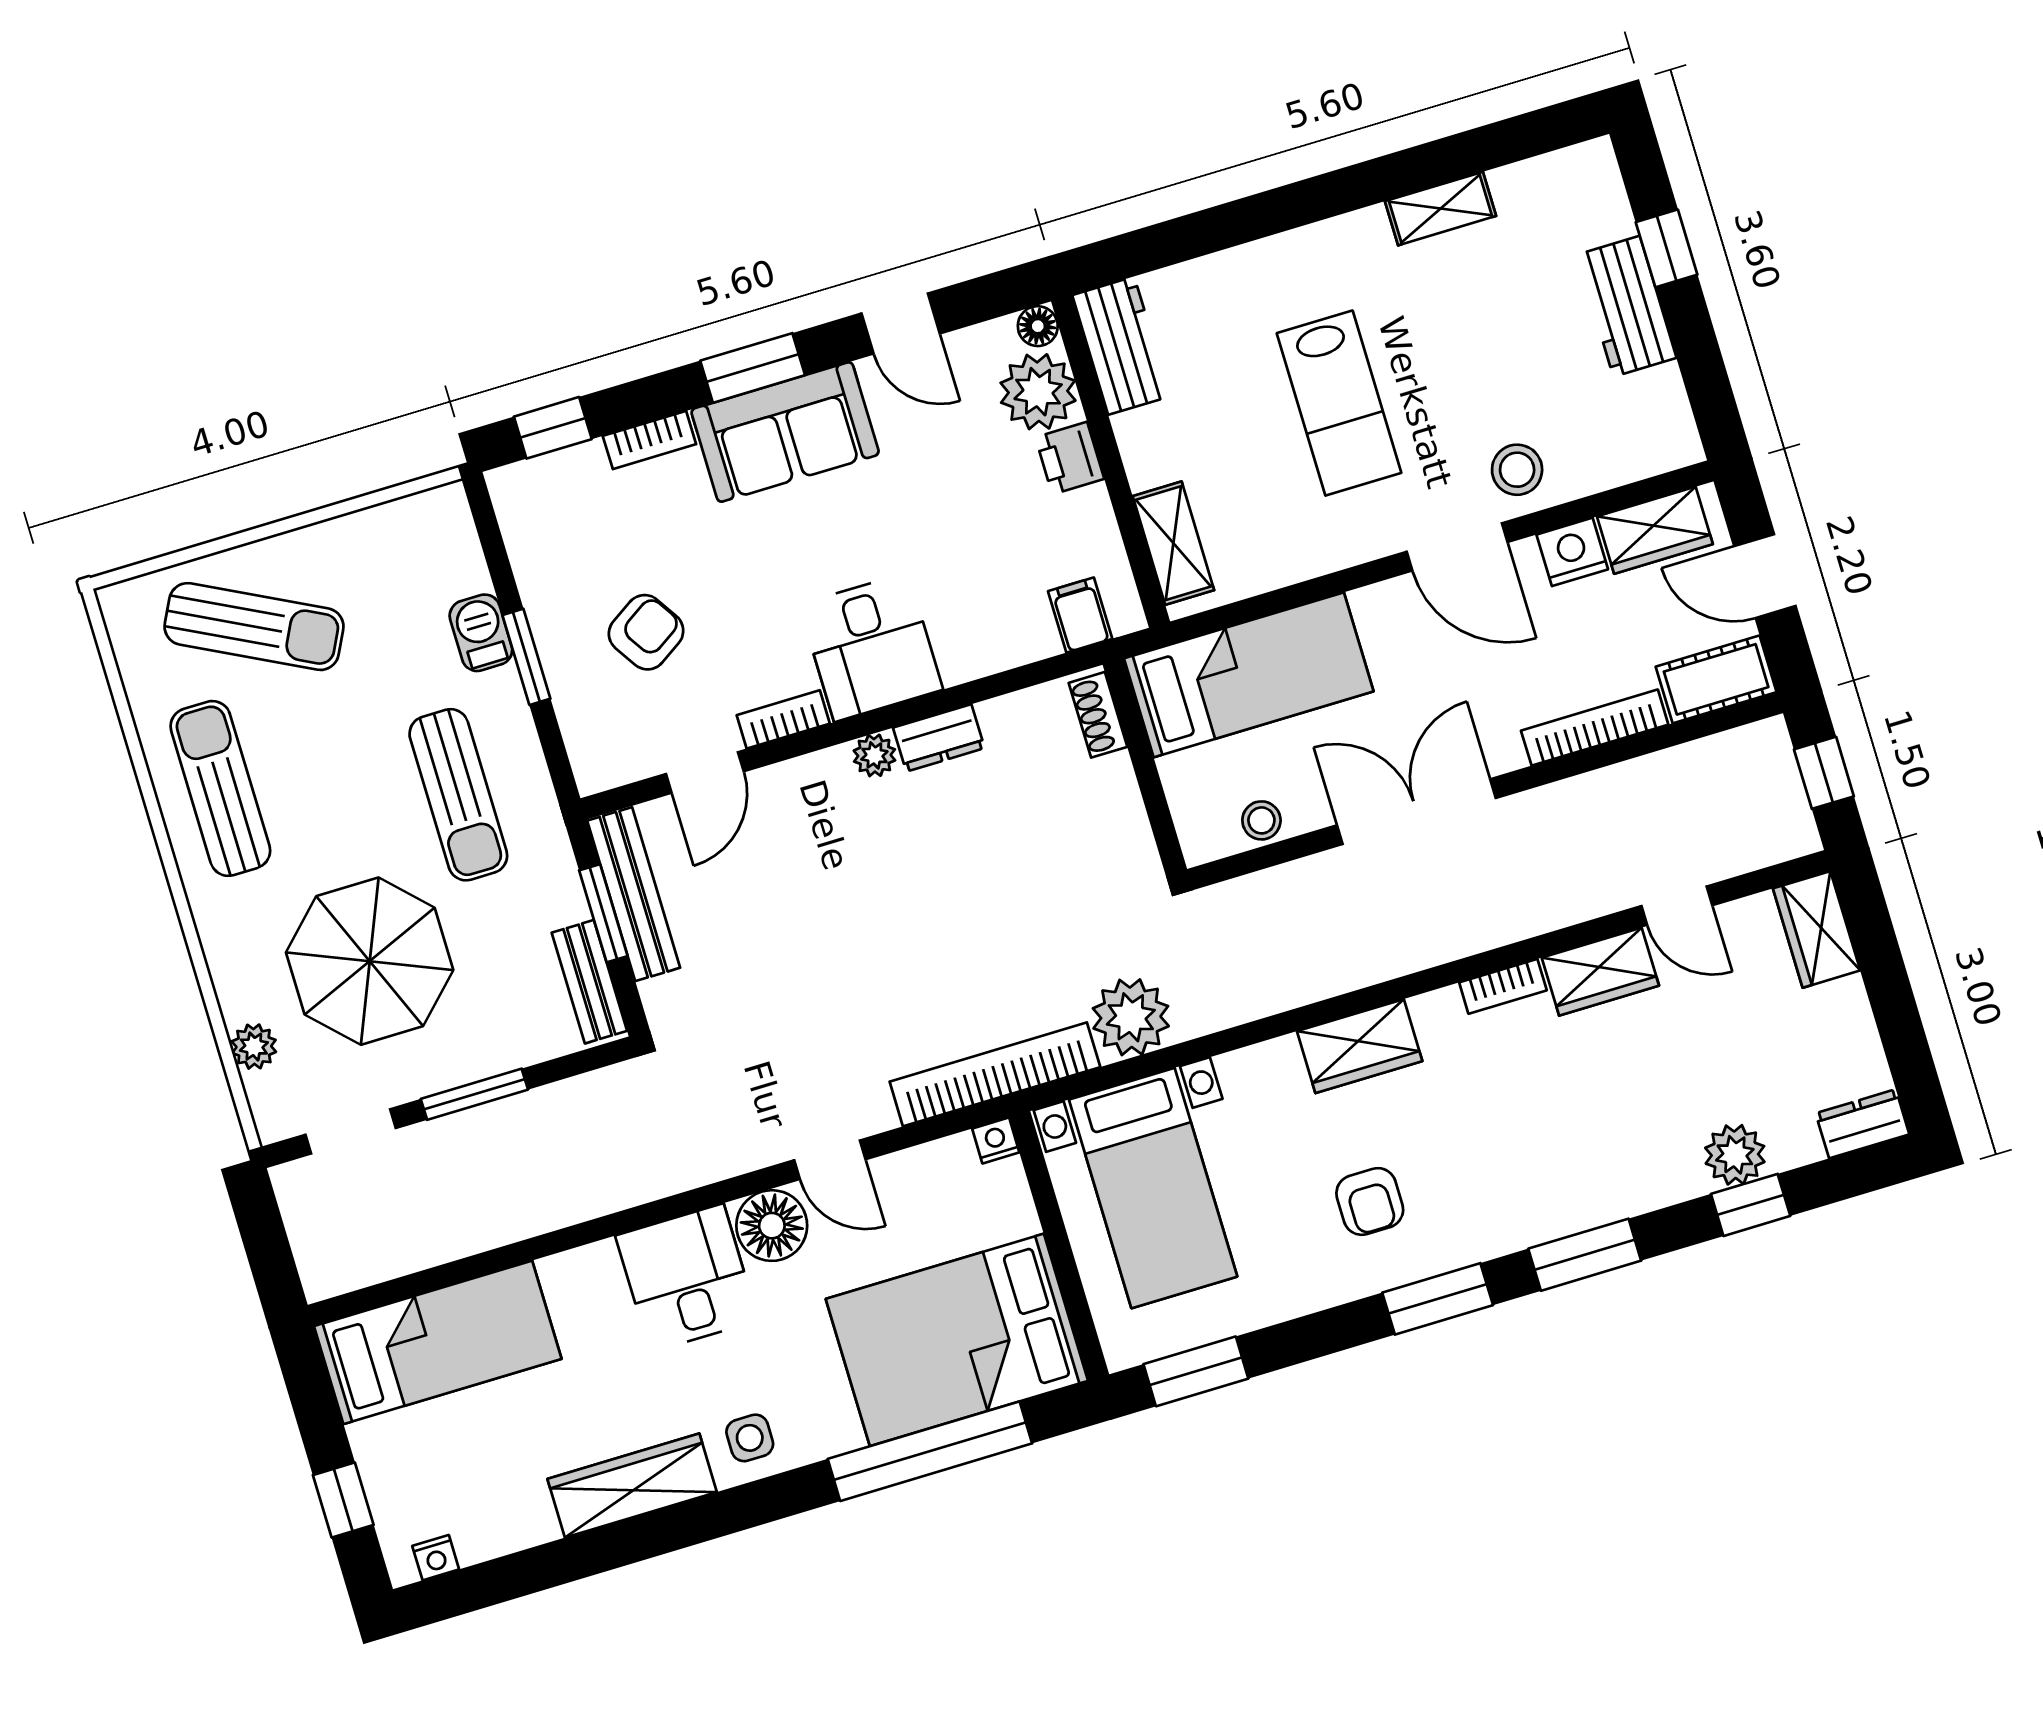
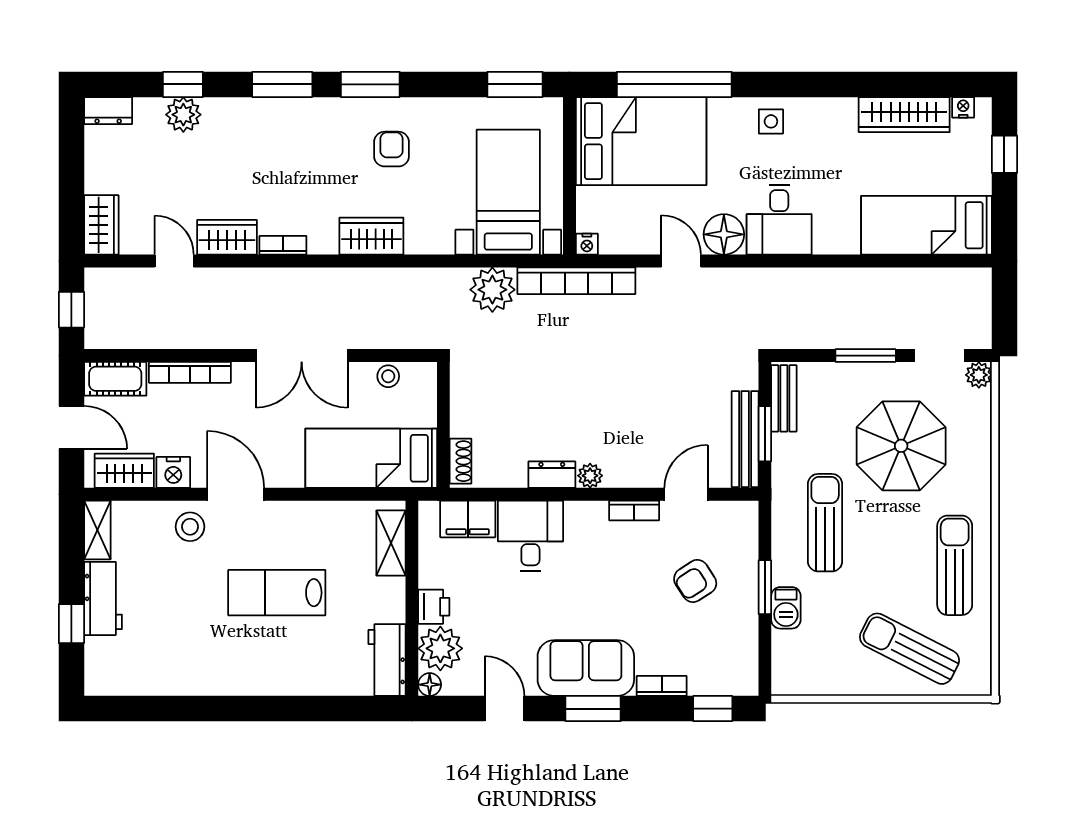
shelving: (1441, 209) -> (97, 530), moved, turned 90
lab bench: (1339, 403) -> (277, 593), turned -90
filing cabinet: (1080, 615) -> (468, 519), width x2.00
desk: (871, 647) -> (530, 536), moved
sun lounger: (220, 788) -> (955, 565), turned 180
plant: (254, 1047) -> (979, 375), moved
wardrobe: (632, 1486) -> (904, 115), moved

